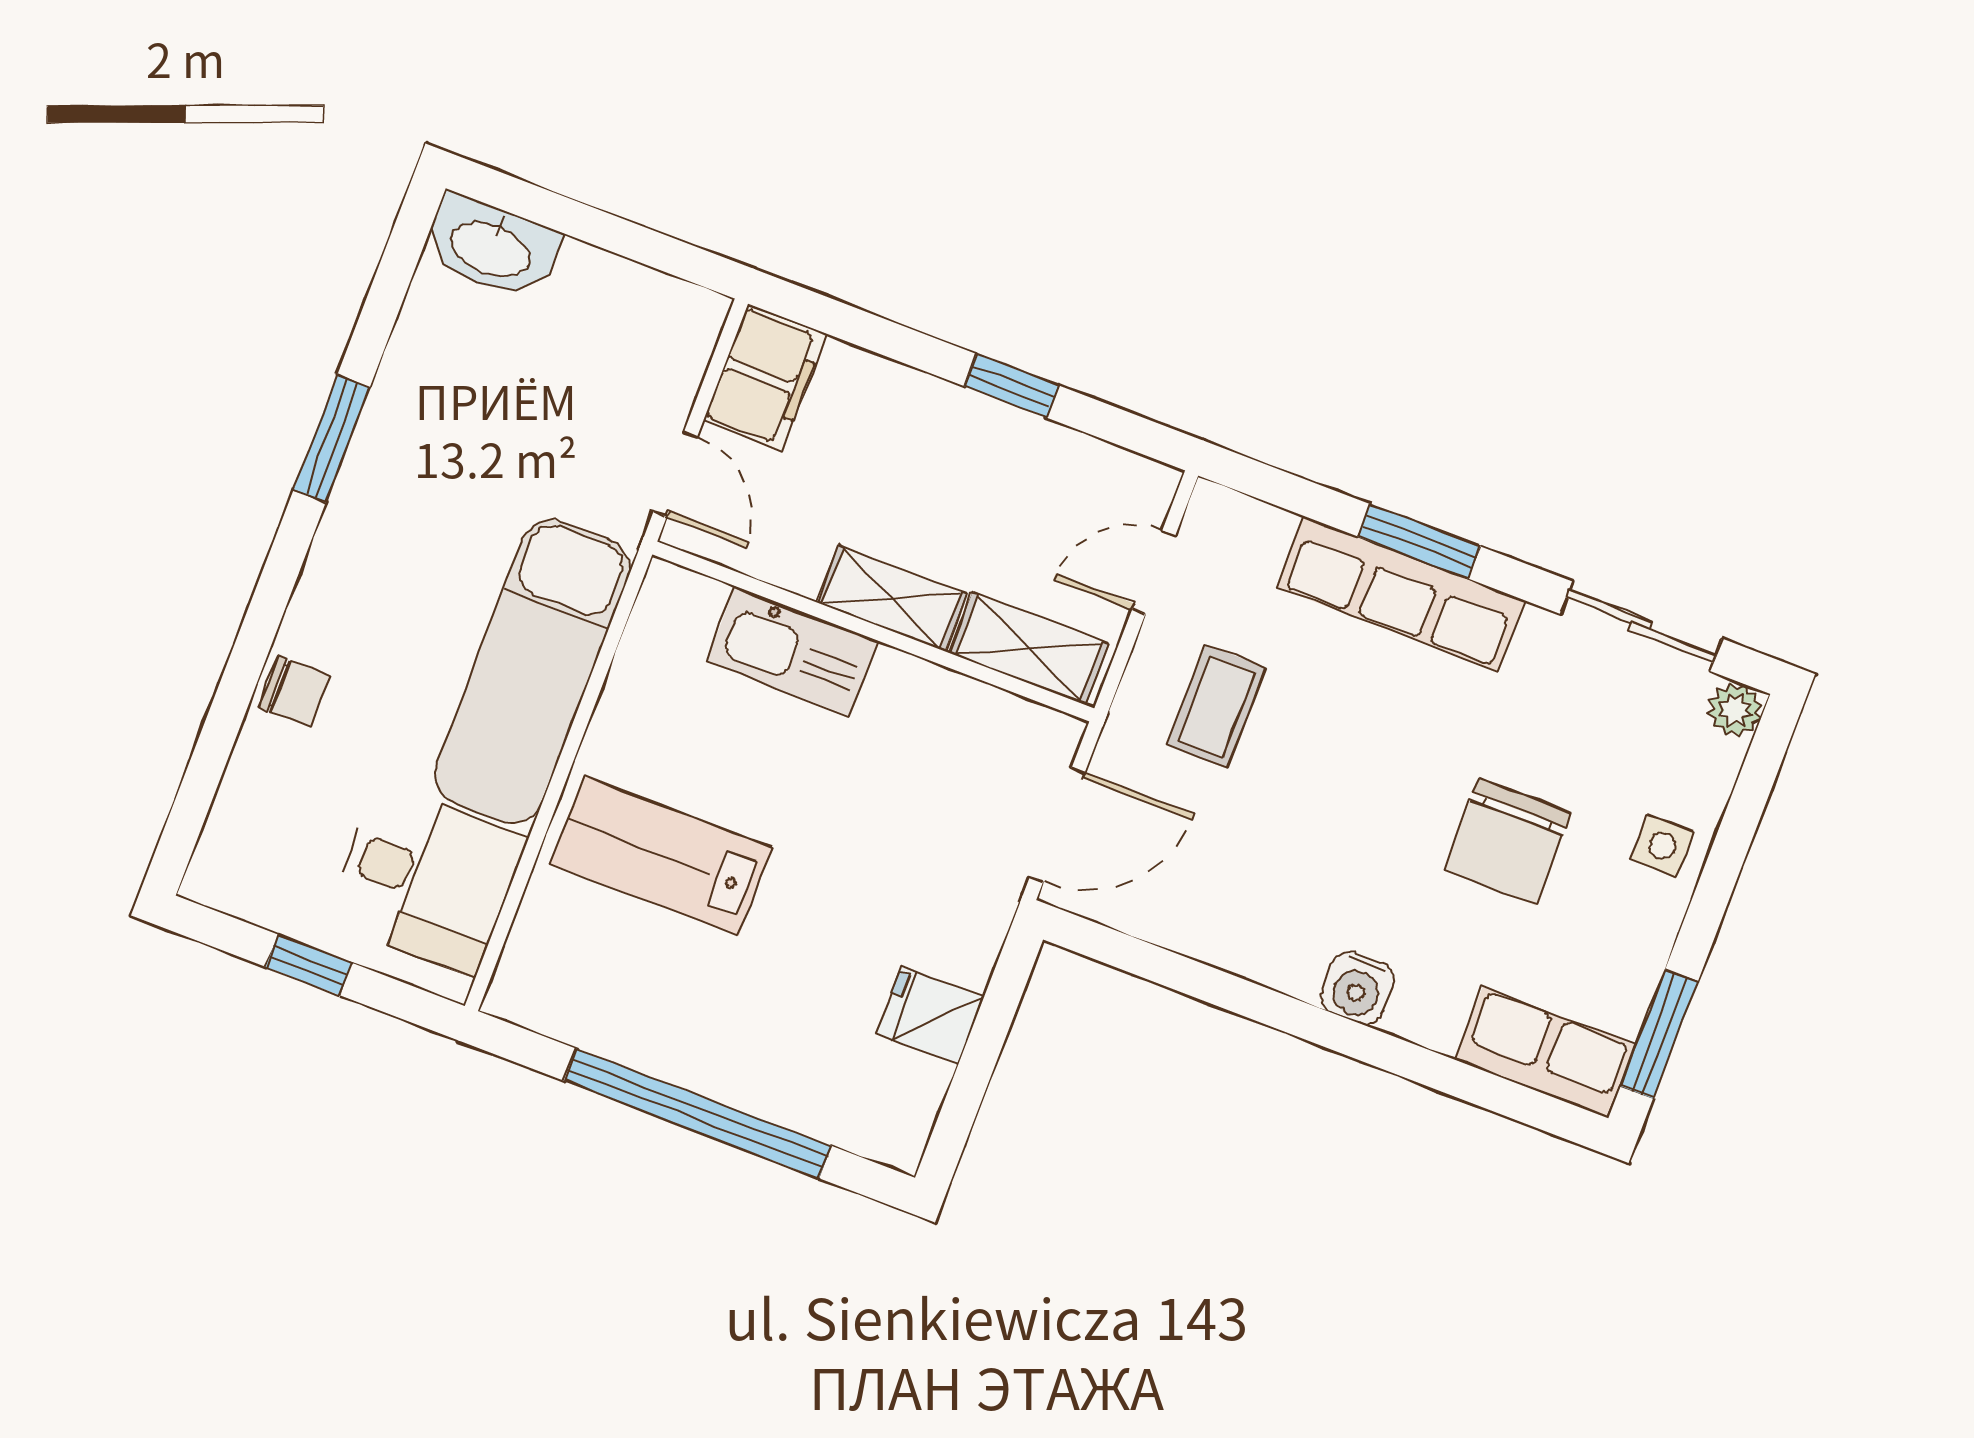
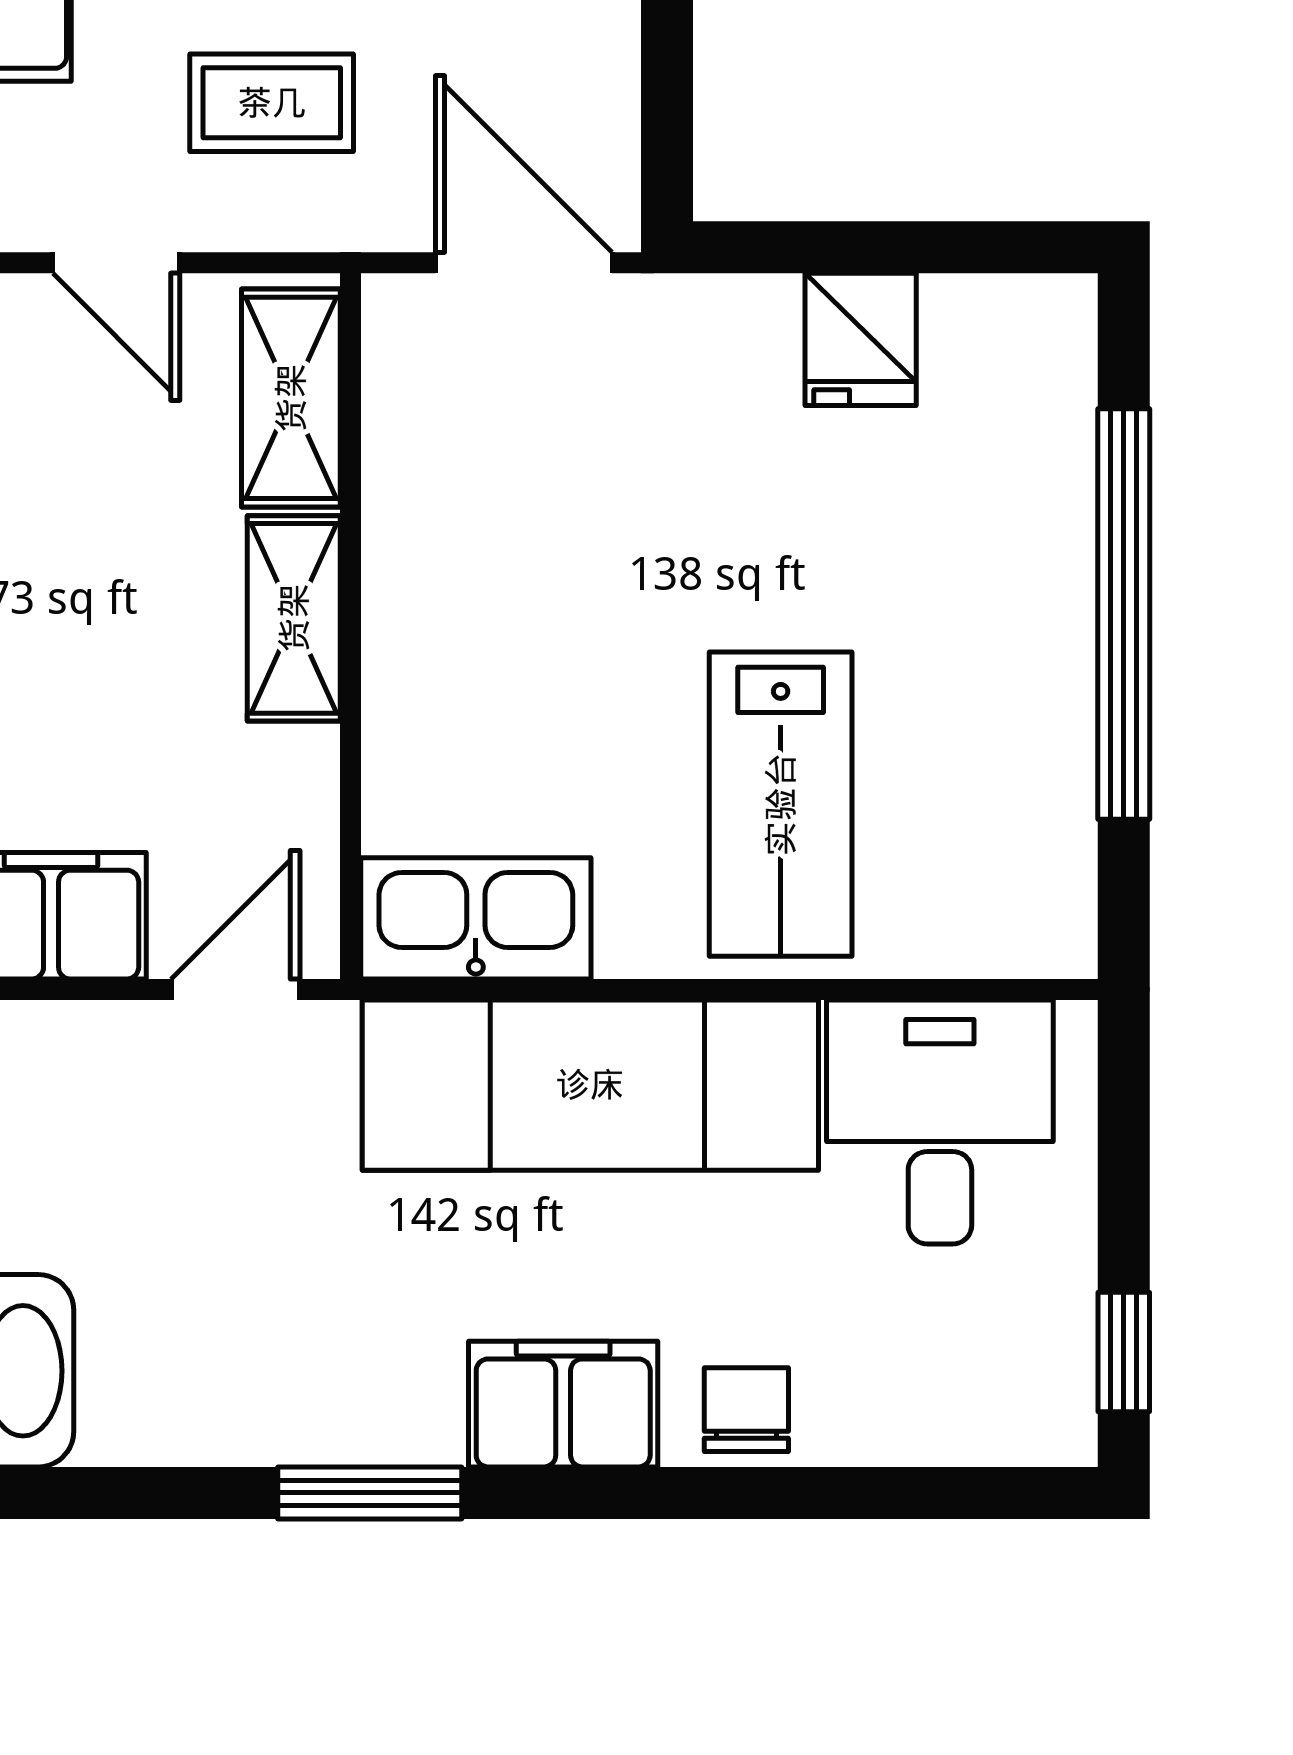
filing cabinet: (341, 579) -> (563, 1404), added
kitchen sink: (792, 651) -> (476, 918), moved, turned -90
window: (309, 965) -> (1124, 1352), moved

